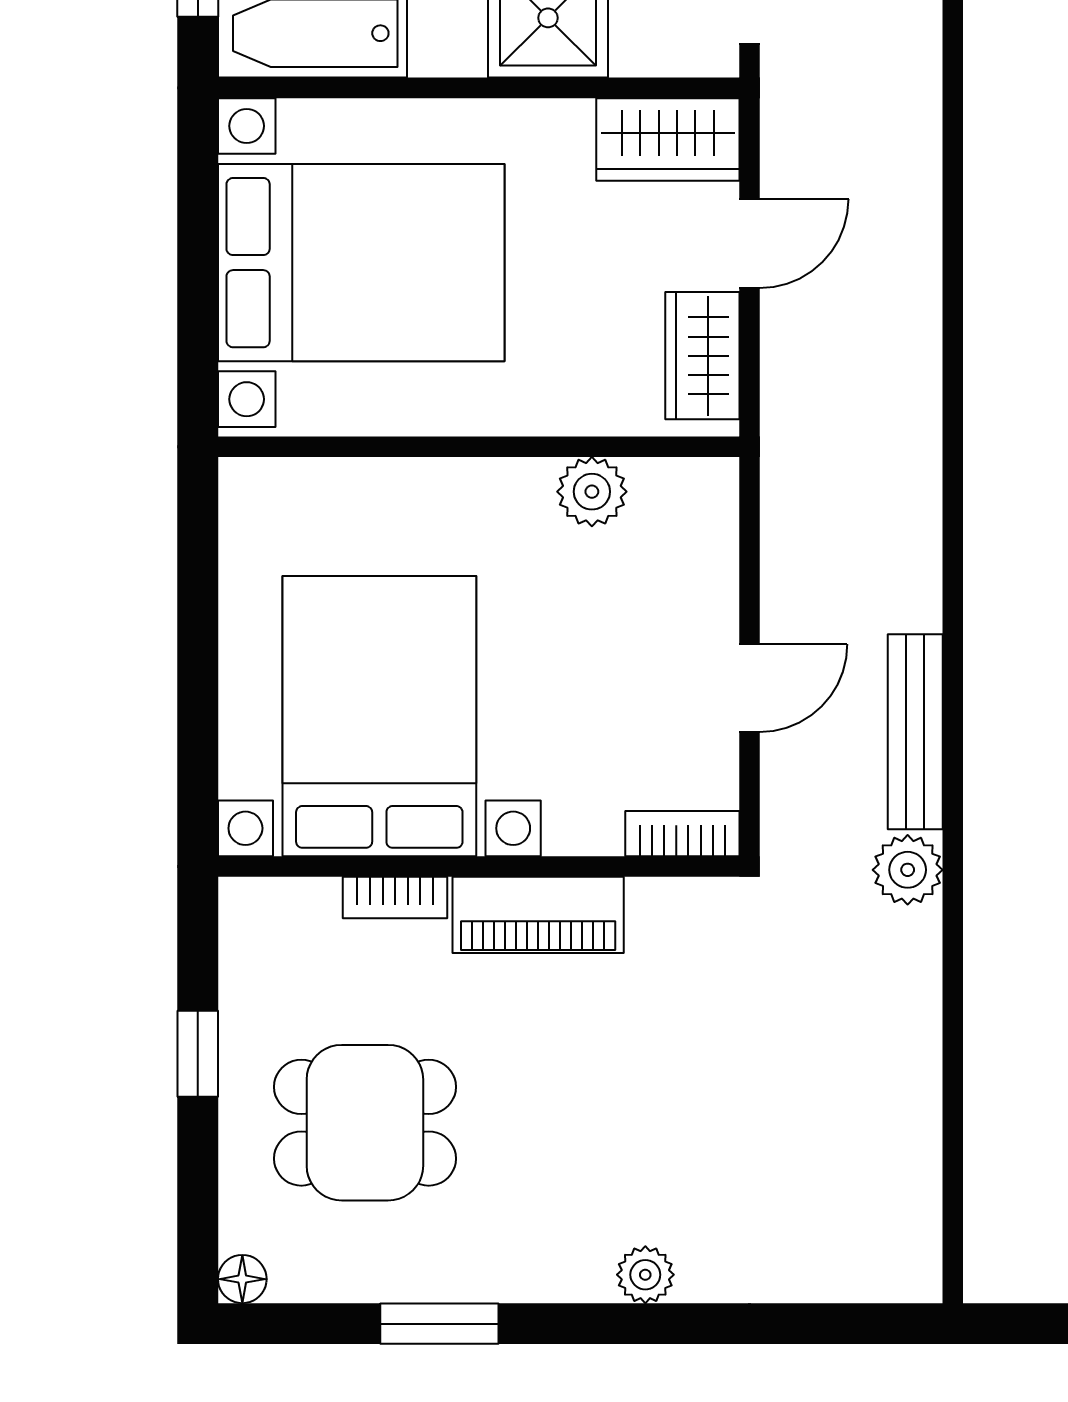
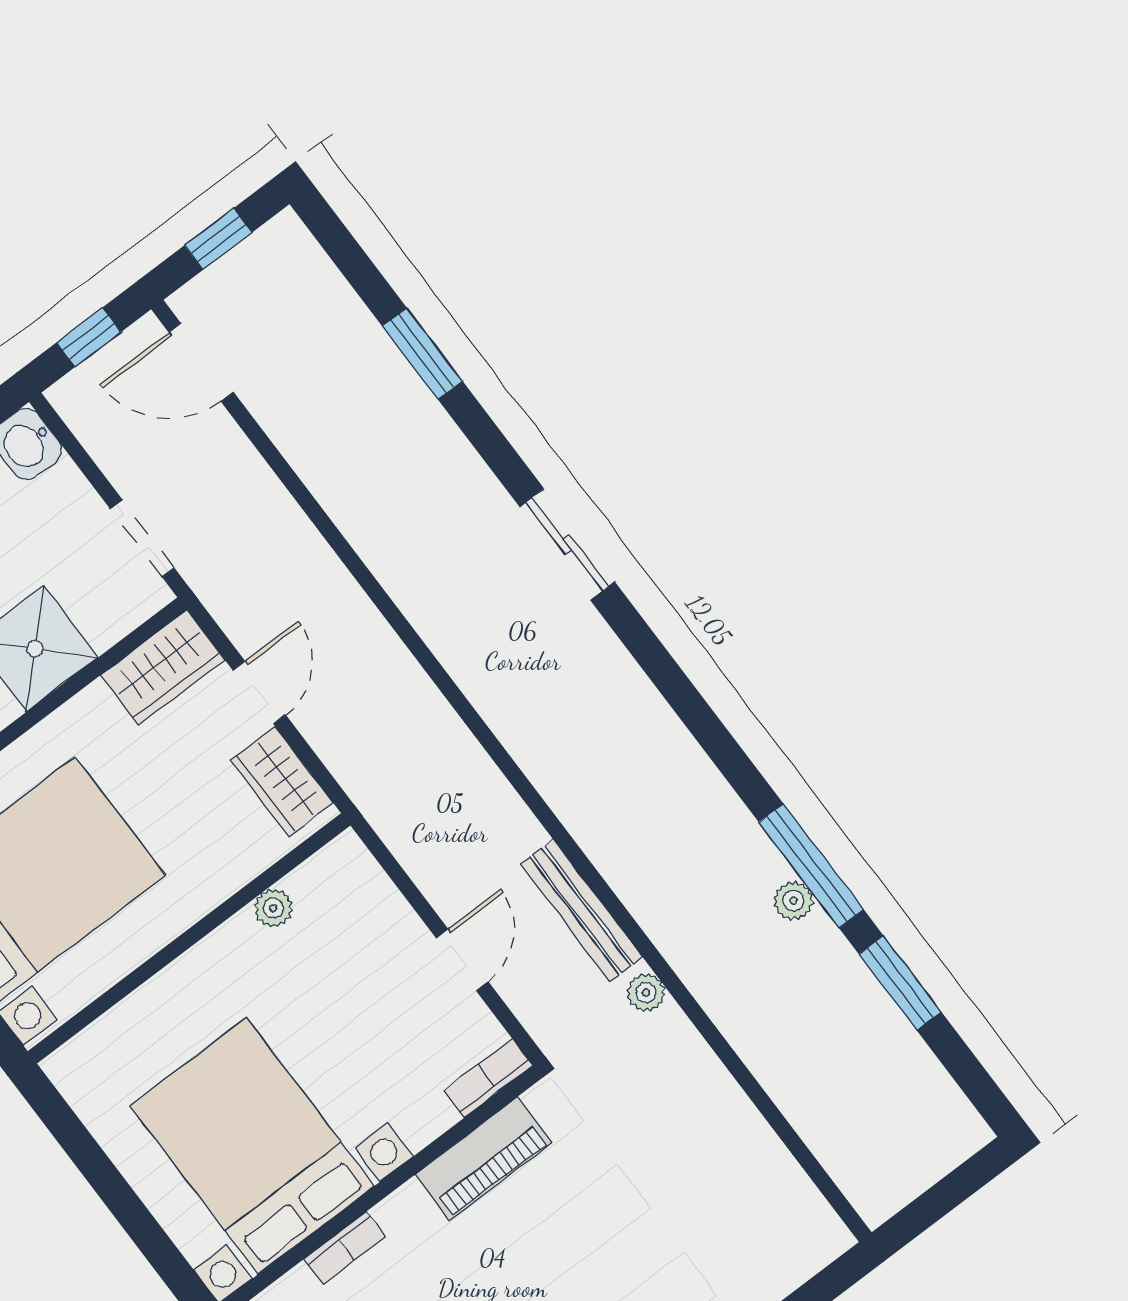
plant: (592, 492) -> (273, 908), width x0.73, depth x0.73
plant: (908, 870) -> (646, 993), width x0.73, depth x0.73
piano: (538, 915) -> (484, 1159), moved

